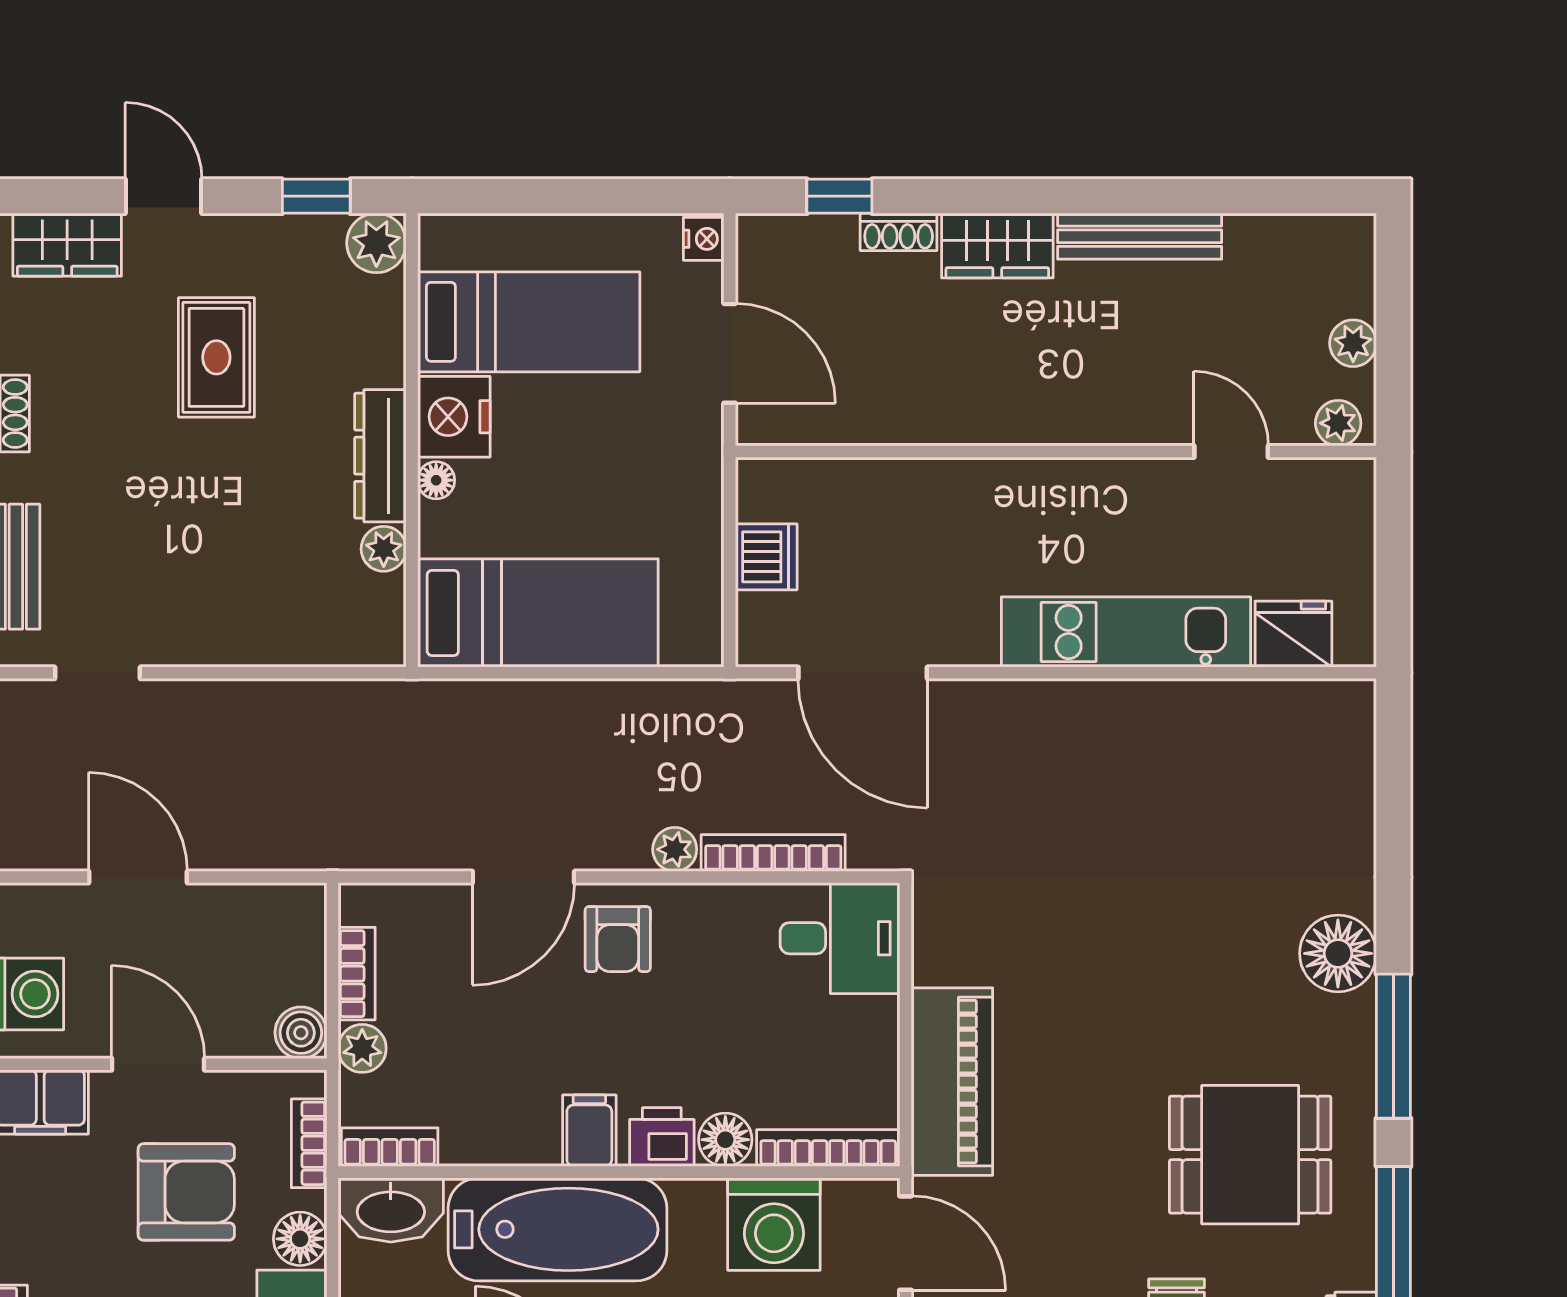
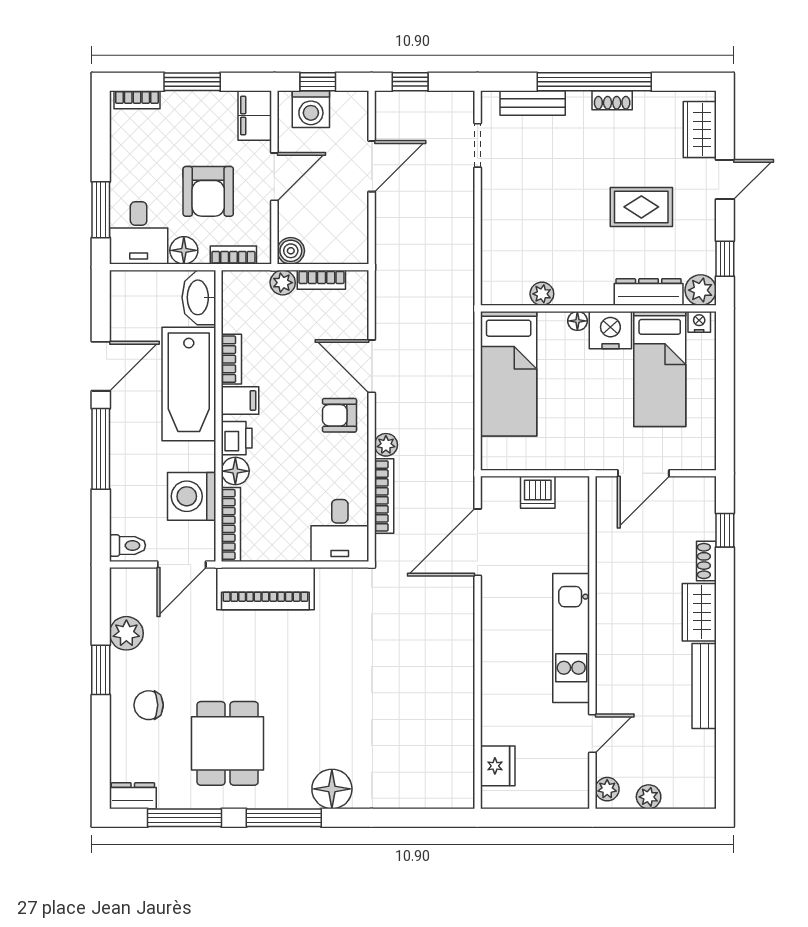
nightstand: (704, 239) -> (699, 322), moved, turned 180
dresser: (380, 456) -> (649, 292), moved
kitchen unit: (1126, 632) -> (571, 638), moved, turned 180
bookcase: (390, 1147) -> (231, 359), moved

